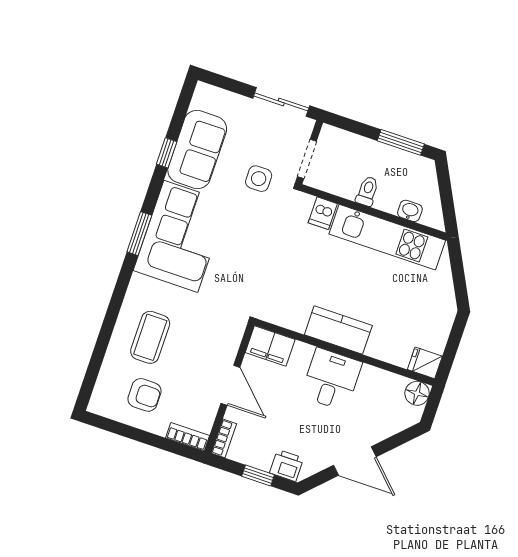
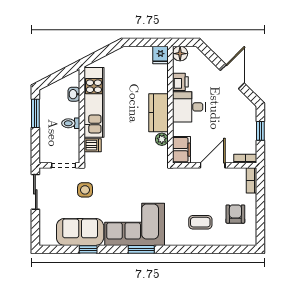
plant: (296, 321) -> (162, 139), added
coffee table: (150, 337) -> (200, 222), width x0.73, depth x0.77
printer: (286, 465) -> (180, 82), moved, turned 180

